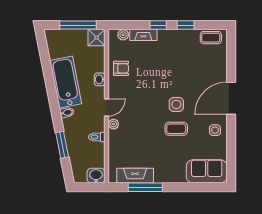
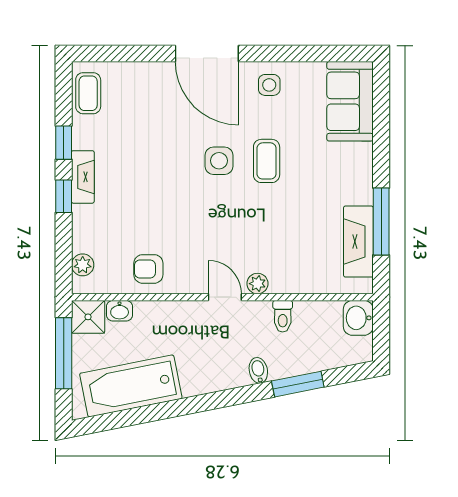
fireplace: (143, 35) -> (83, 177), moved
armchair: (121, 68) -> (148, 269), turned -90
washbasin: (100, 79) -> (120, 311), moved
bathtub: (66, 82) -> (131, 386), moved
bidet: (67, 113) -> (258, 370), moved

